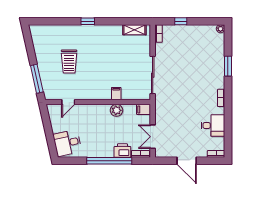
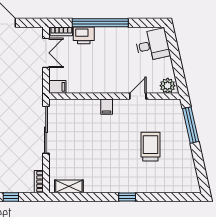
filing cabinet: (116, 94) -> (107, 107), moved
door: (68, 102) -> (138, 96), moved
plant: (116, 110) -> (168, 86), moved

